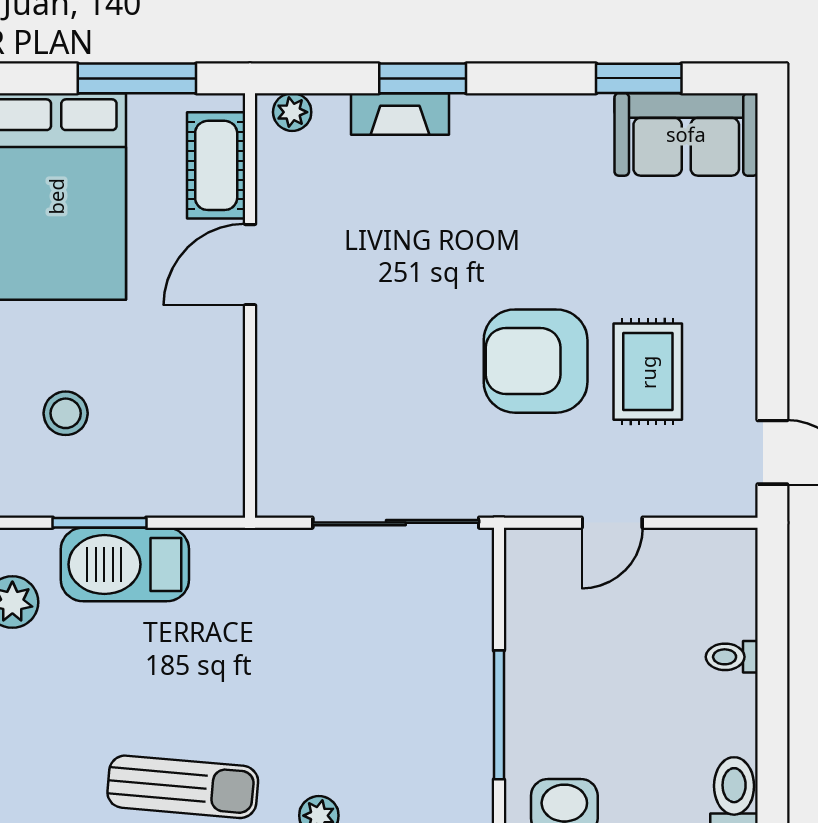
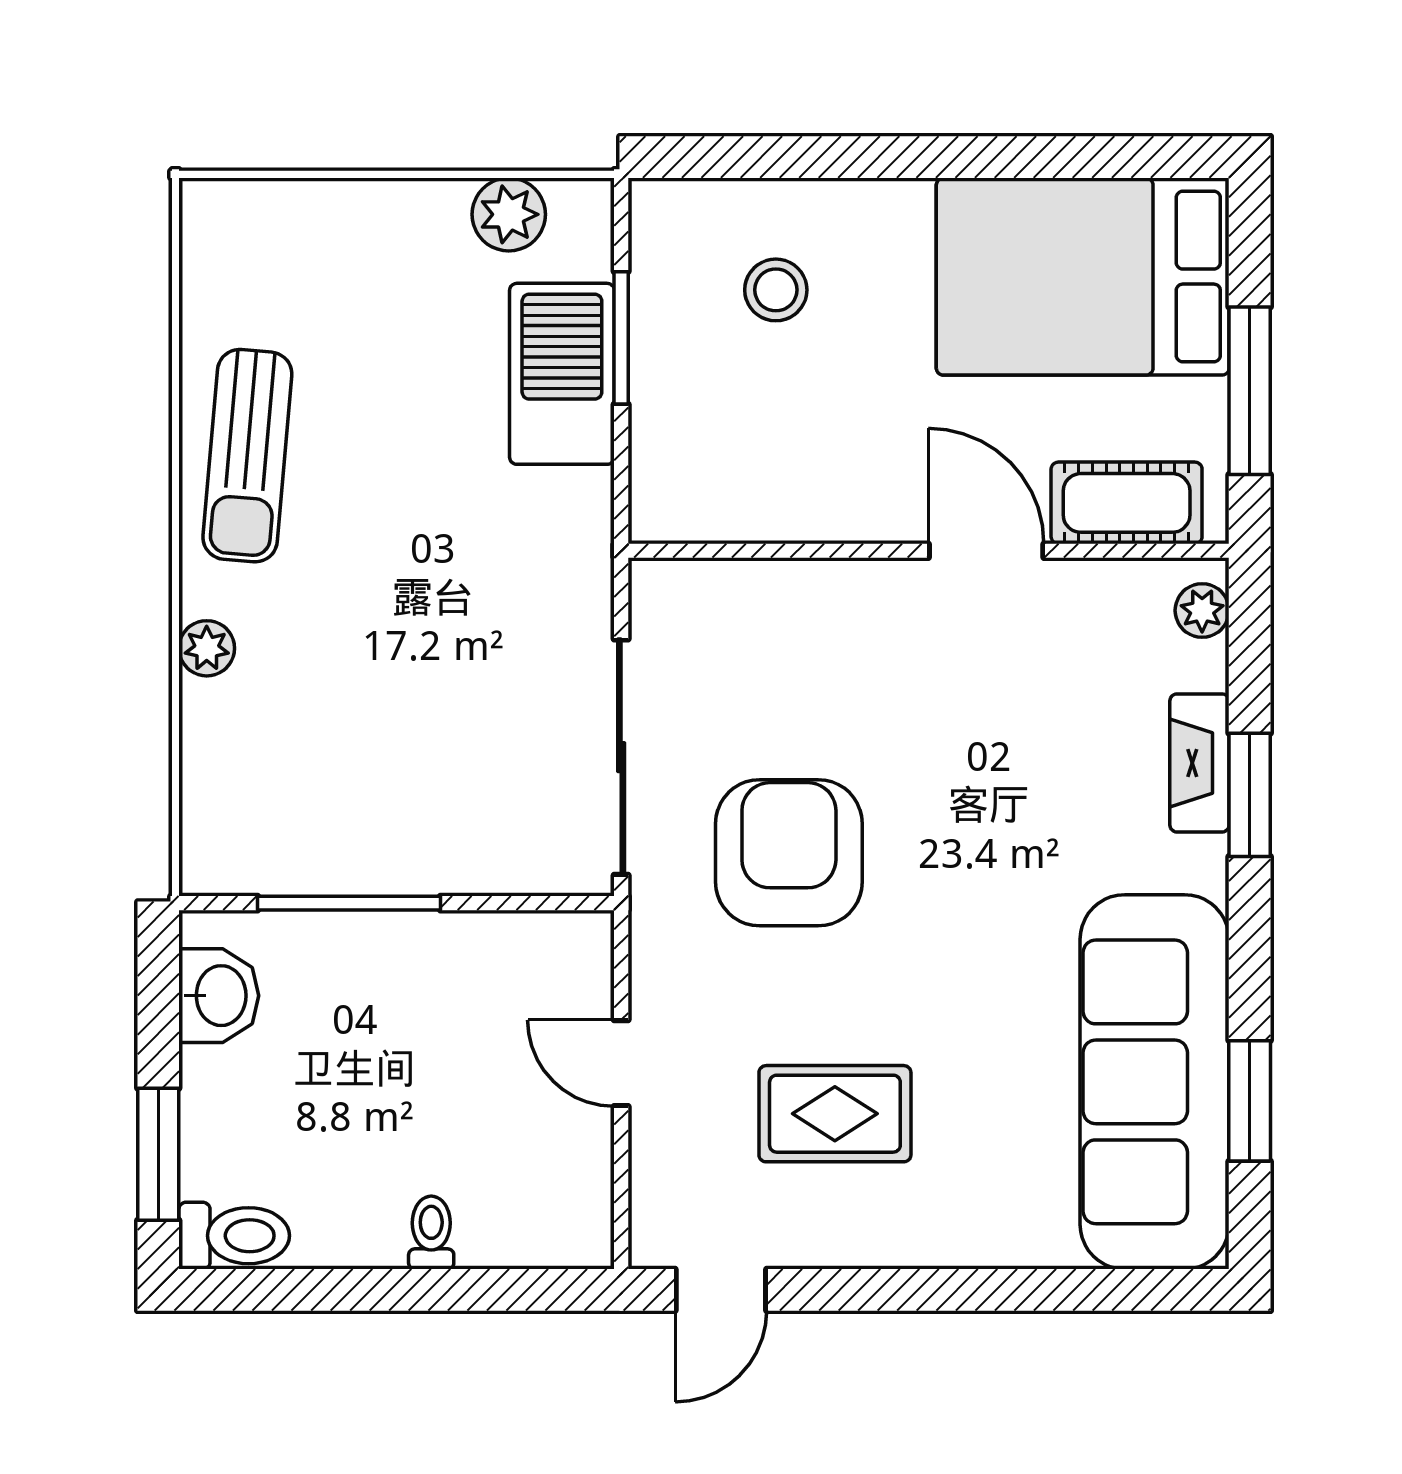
sofa: (686, 134) -> (1155, 1082), width x1.85, depth x1.27
armchair: (536, 361) -> (789, 853), moved

